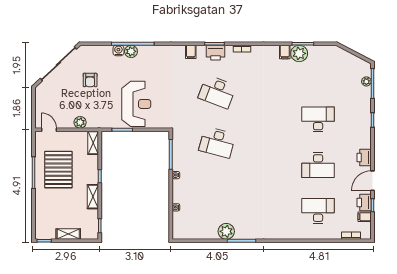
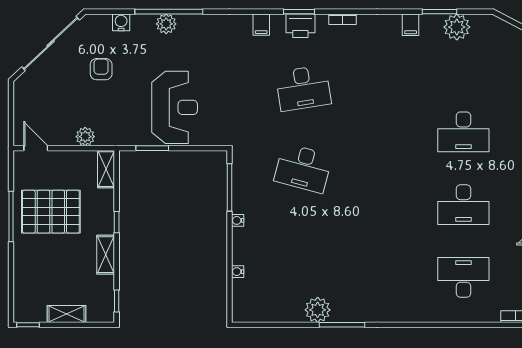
water cooler: (118, 50) -> (121, 22), moved
plant: (299, 53) -> (457, 27), moved
armchair: (90, 80) -> (101, 69), turned 180
desk: (217, 92) -> (303, 88), turned -30
desk: (318, 119) -> (463, 132), turned 180
pallet: (58, 170) -> (51, 212), turned 90

